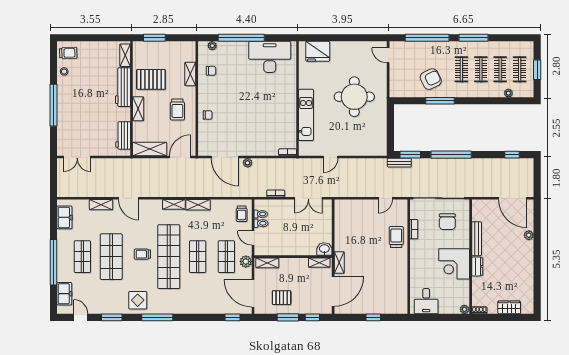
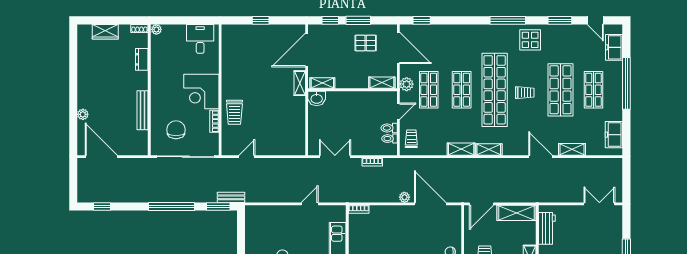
door: (253, 238) -> (398, 111), hinge flipped
corner desk: (454, 264) -> (201, 92), moved, turned 180
dresser: (477, 266) -> (142, 59), moved

